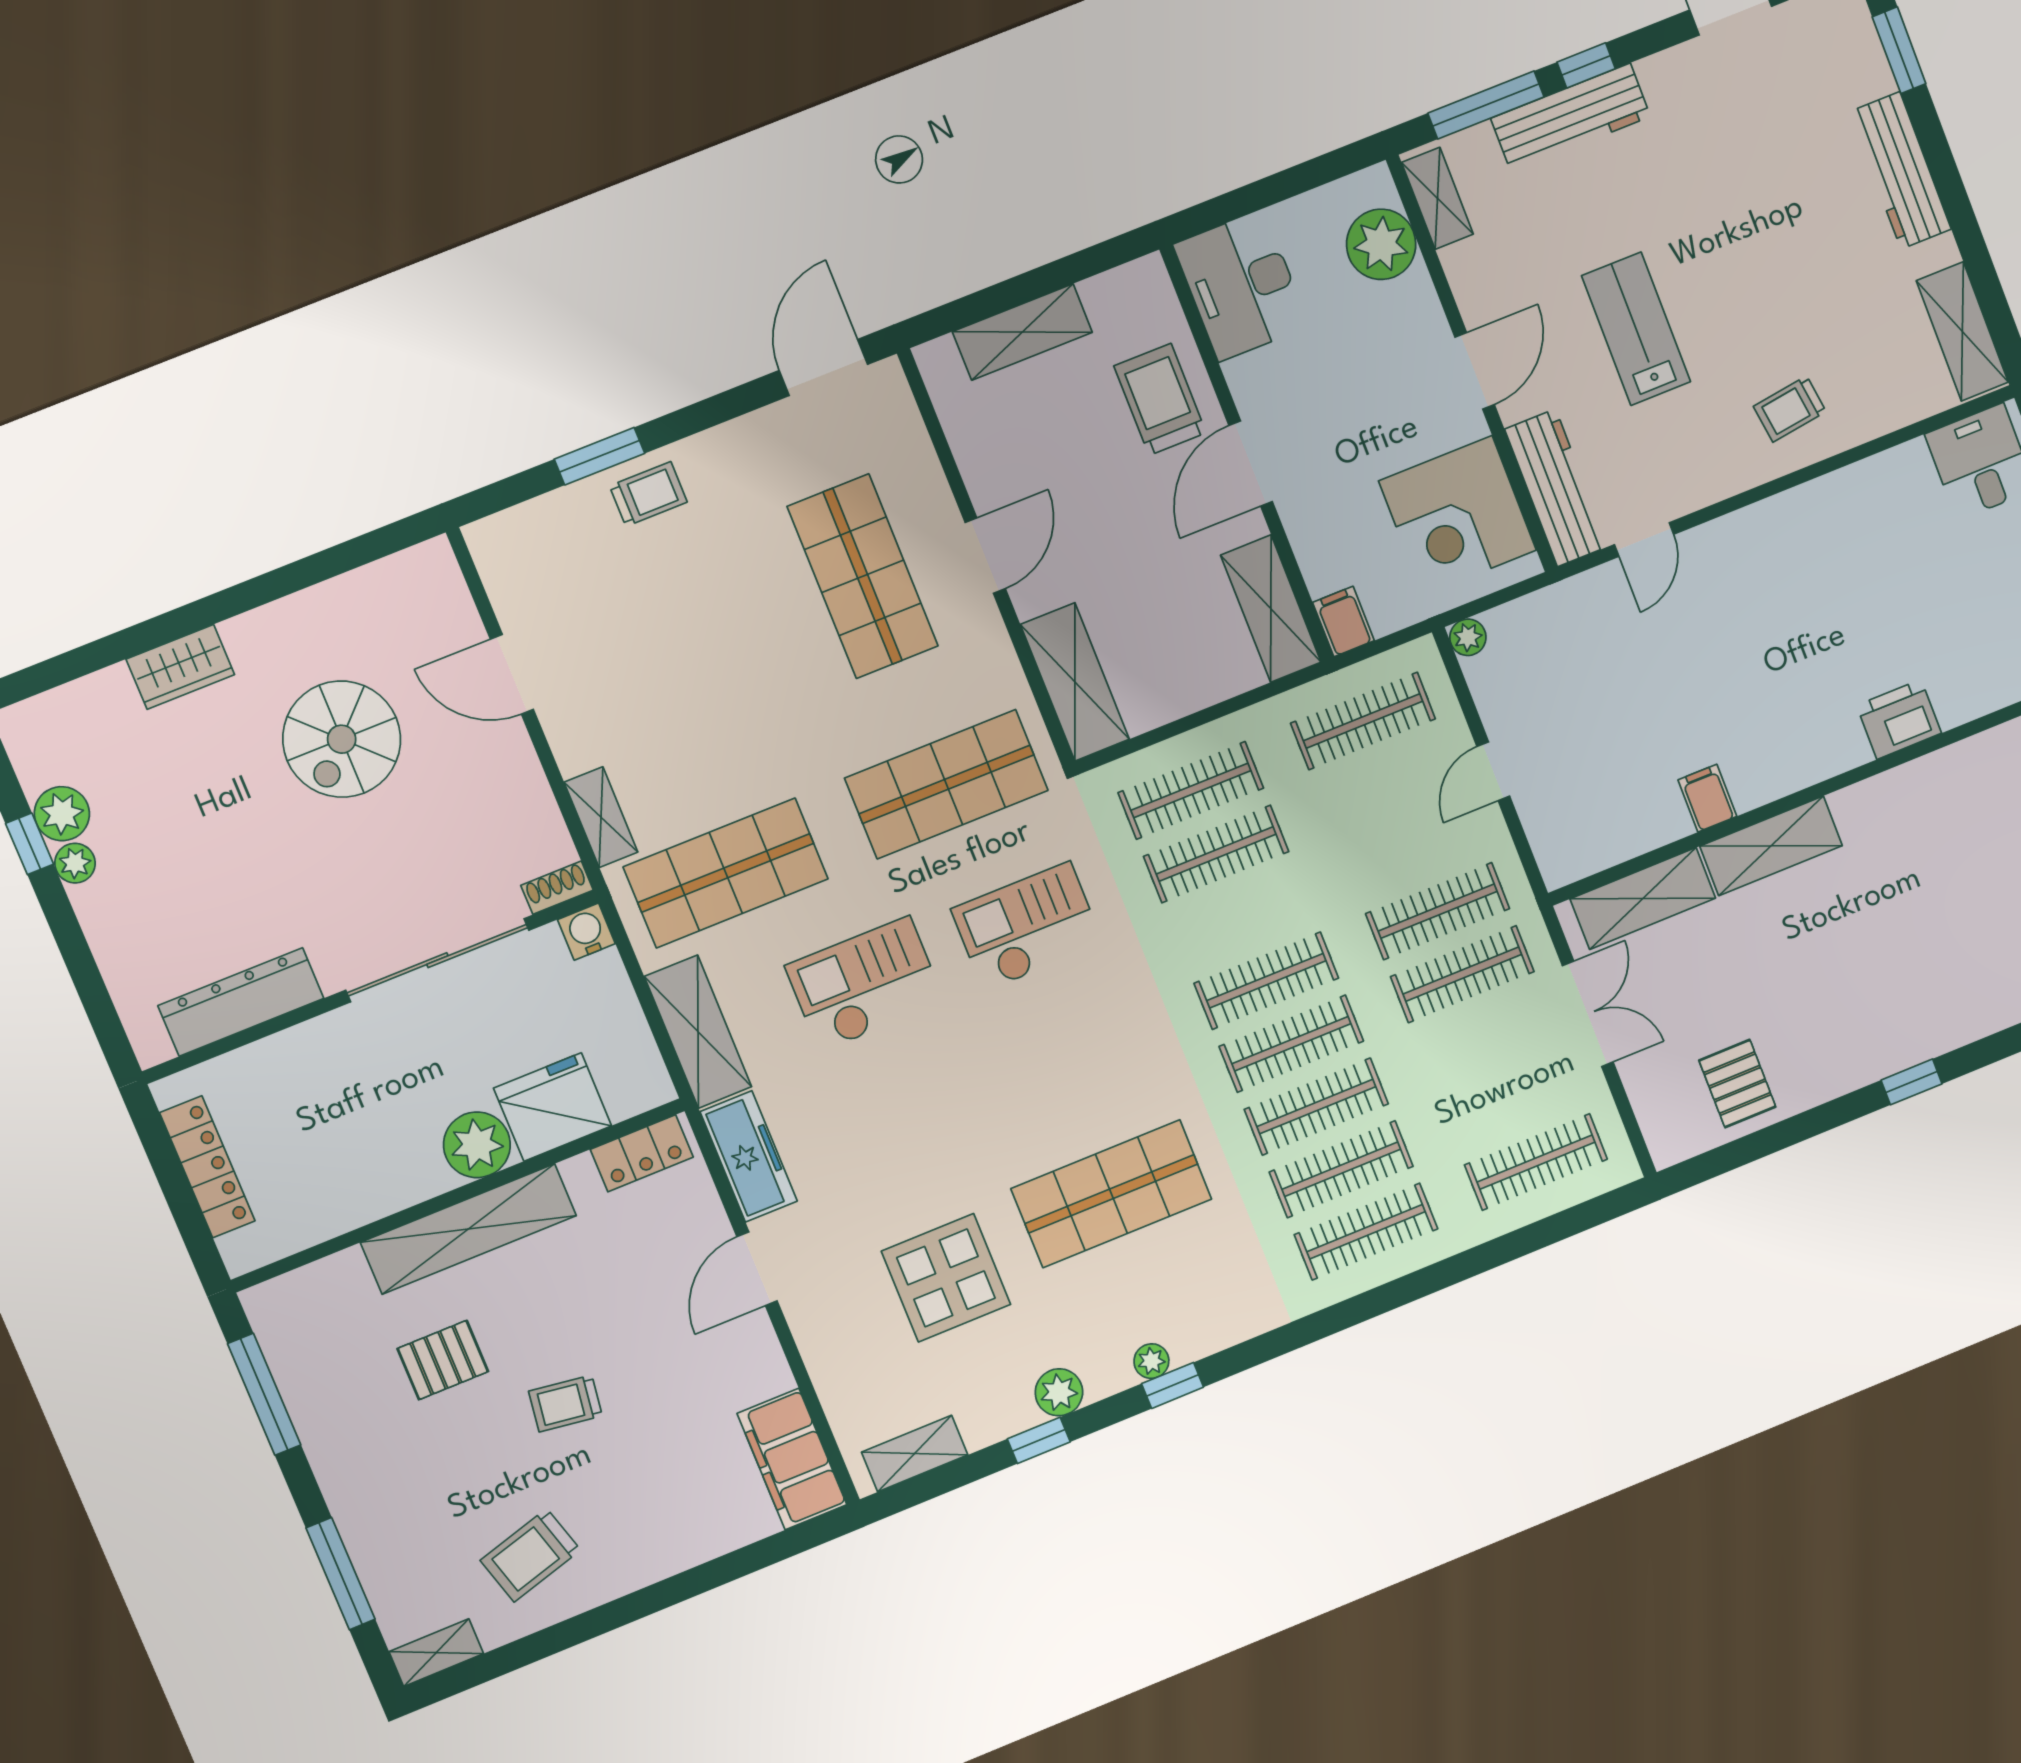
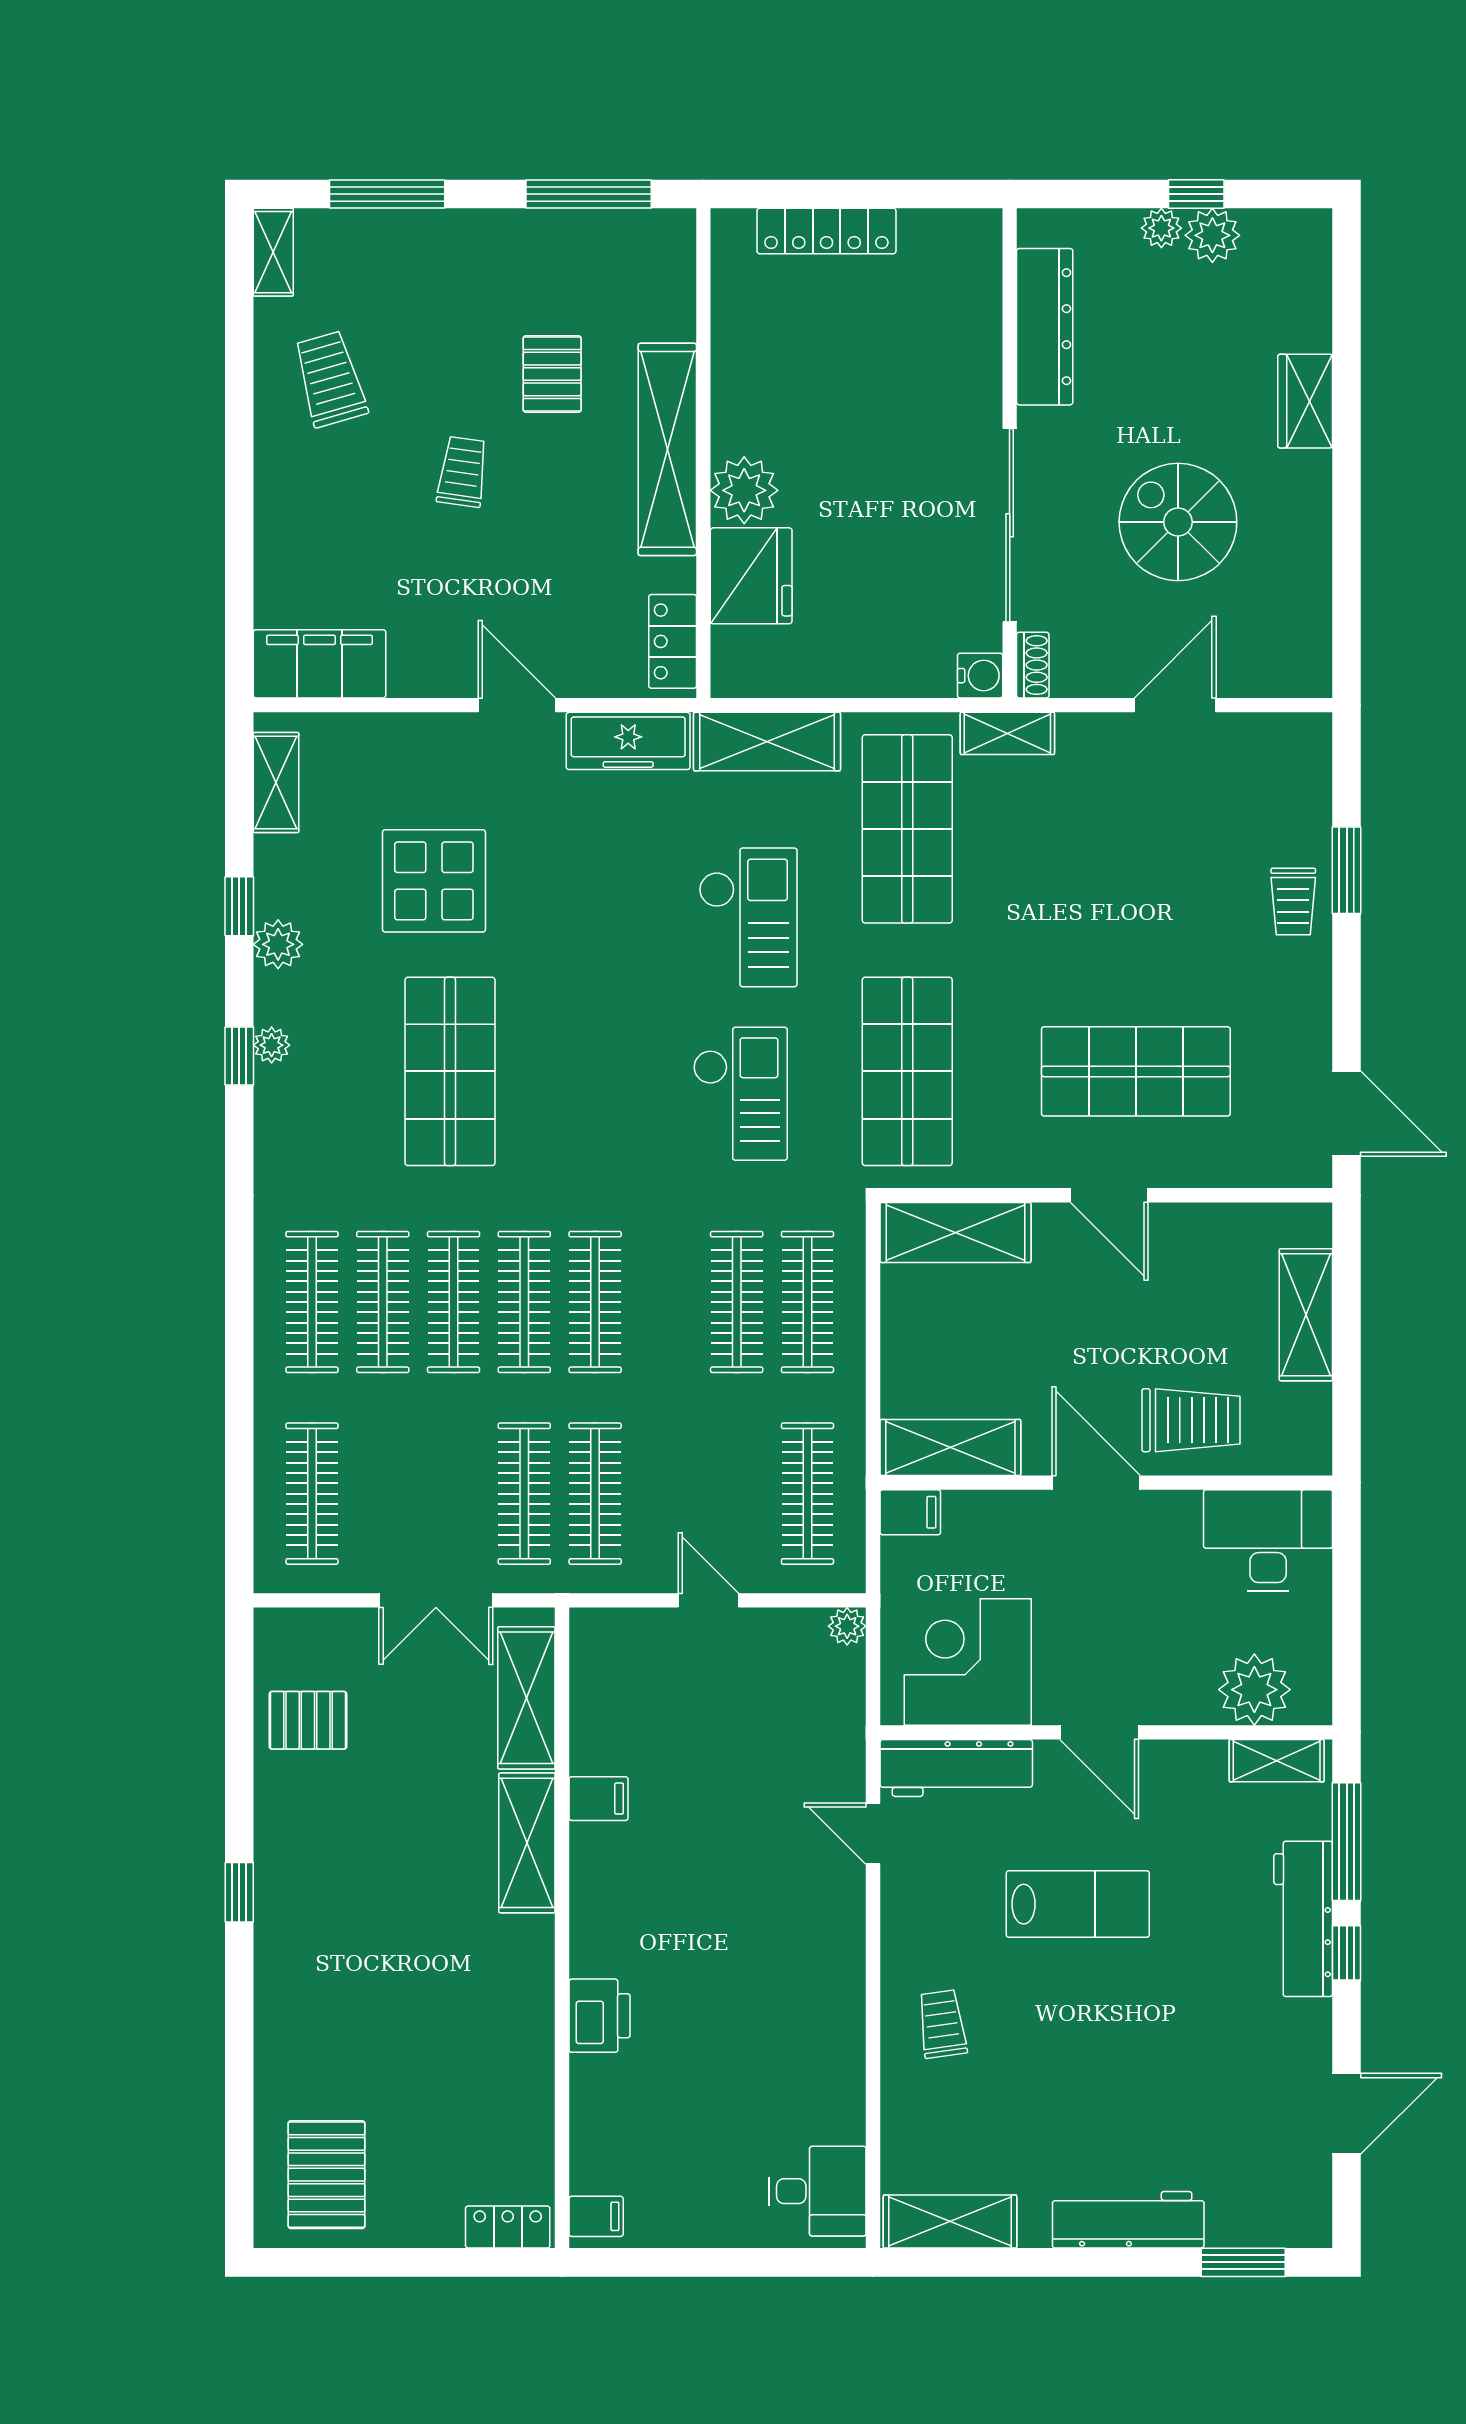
shoe rack: (557, 888) -> (1033, 665), moved
water cooler: (586, 932) -> (980, 676), moved
sliding door: (437, 960) -> (1010, 525), moved
wall: (371, 987) -> (1010, 453), moved
dresser: (241, 1002) -> (1045, 327), moved

